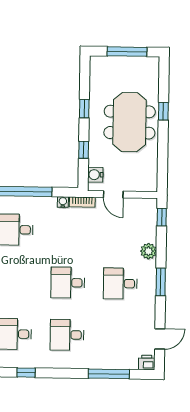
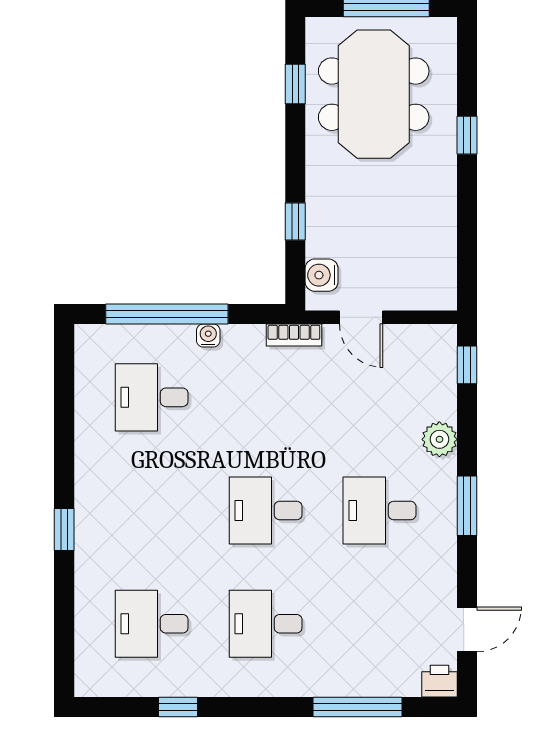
window: (84, 109) -> (295, 84), moved
meeting table: (130, 122) -> (374, 94), moved
water cooler: (63, 202) -> (208, 336), moved

